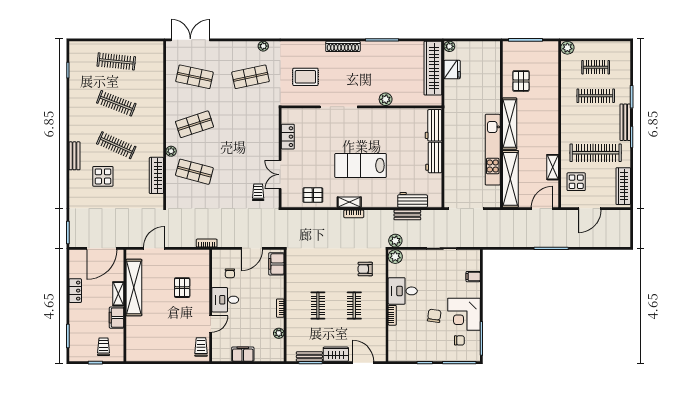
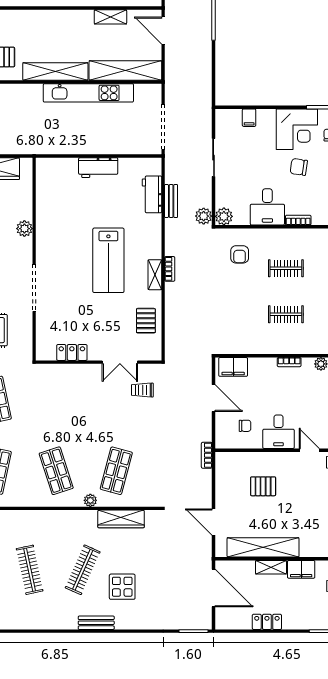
clothes rail: (116, 103) -> (30, 570), turned -33
workbench: (433, 125) -> (57, 168), removed

